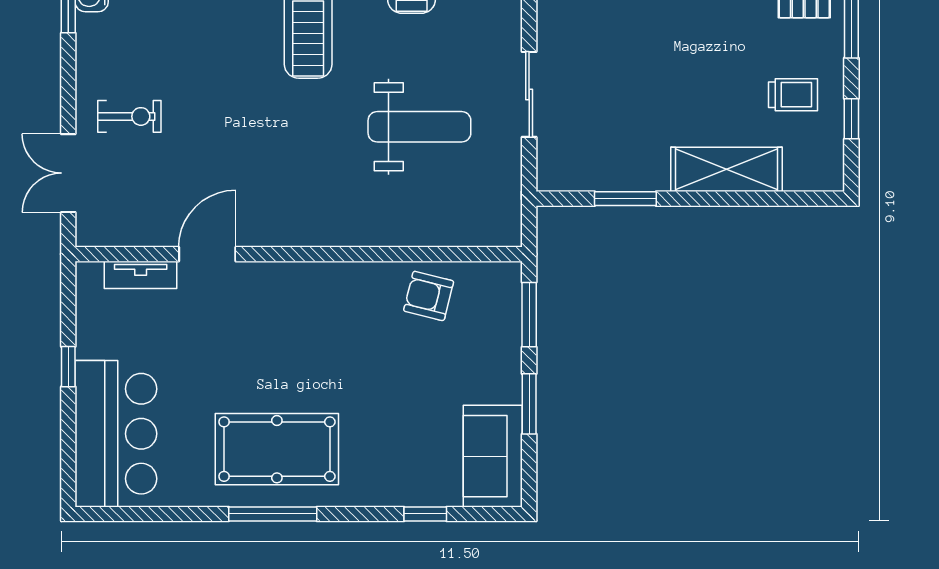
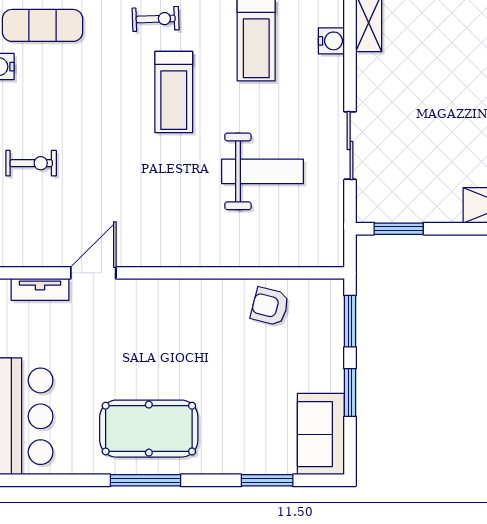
window: (625, 199) -> (399, 229), moved
window: (425, 514) -> (267, 480), width x1.50

